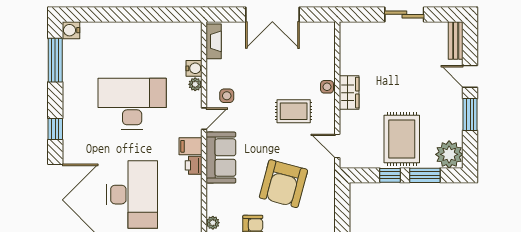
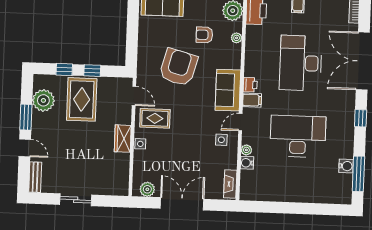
water cooler: (71, 30) -> (346, 166), moved
plant: (316, 31) -> (147, 189), added
desk: (132, 104) -> (298, 136), turned 180
rug: (294, 111) -> (155, 118), moved
plant: (449, 154) -> (43, 100), moved
window: (425, 175) -> (64, 69), width x0.67

